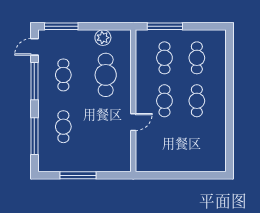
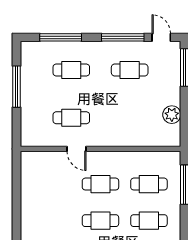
cafe table: (106, 75) -> (71, 118), moved, width x0.73, depth x0.74

